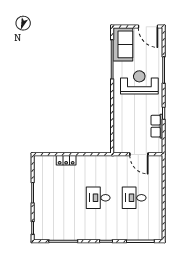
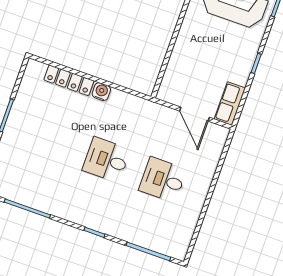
row of seats: (157, 126) -> (230, 104), moved
locker: (66, 160) -> (69, 80), width x1.53
water cooler: (82, 160) -> (101, 92), added

